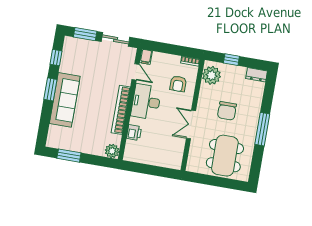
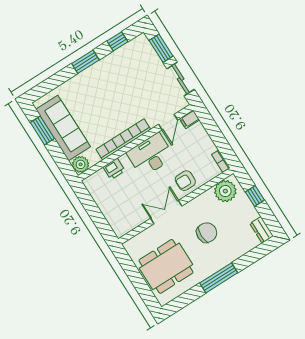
armchair: (178, 84) -> (185, 181), moved
sofa: (65, 100) -> (63, 128), moved, turned -90
chair: (227, 111) -> (207, 233), turned 180

